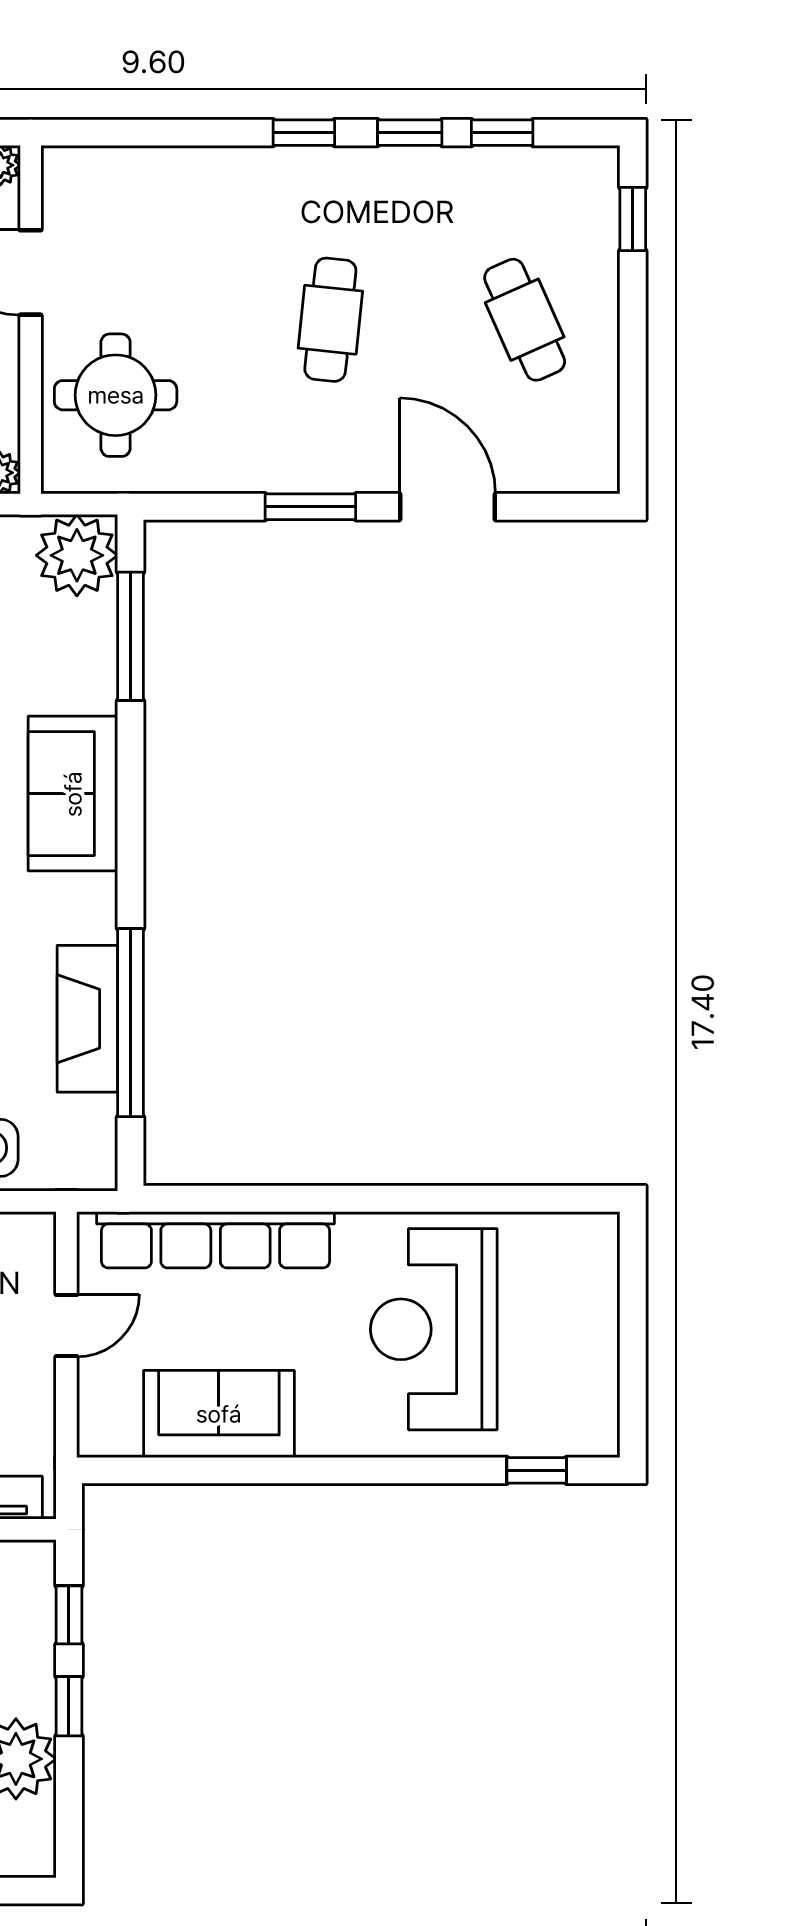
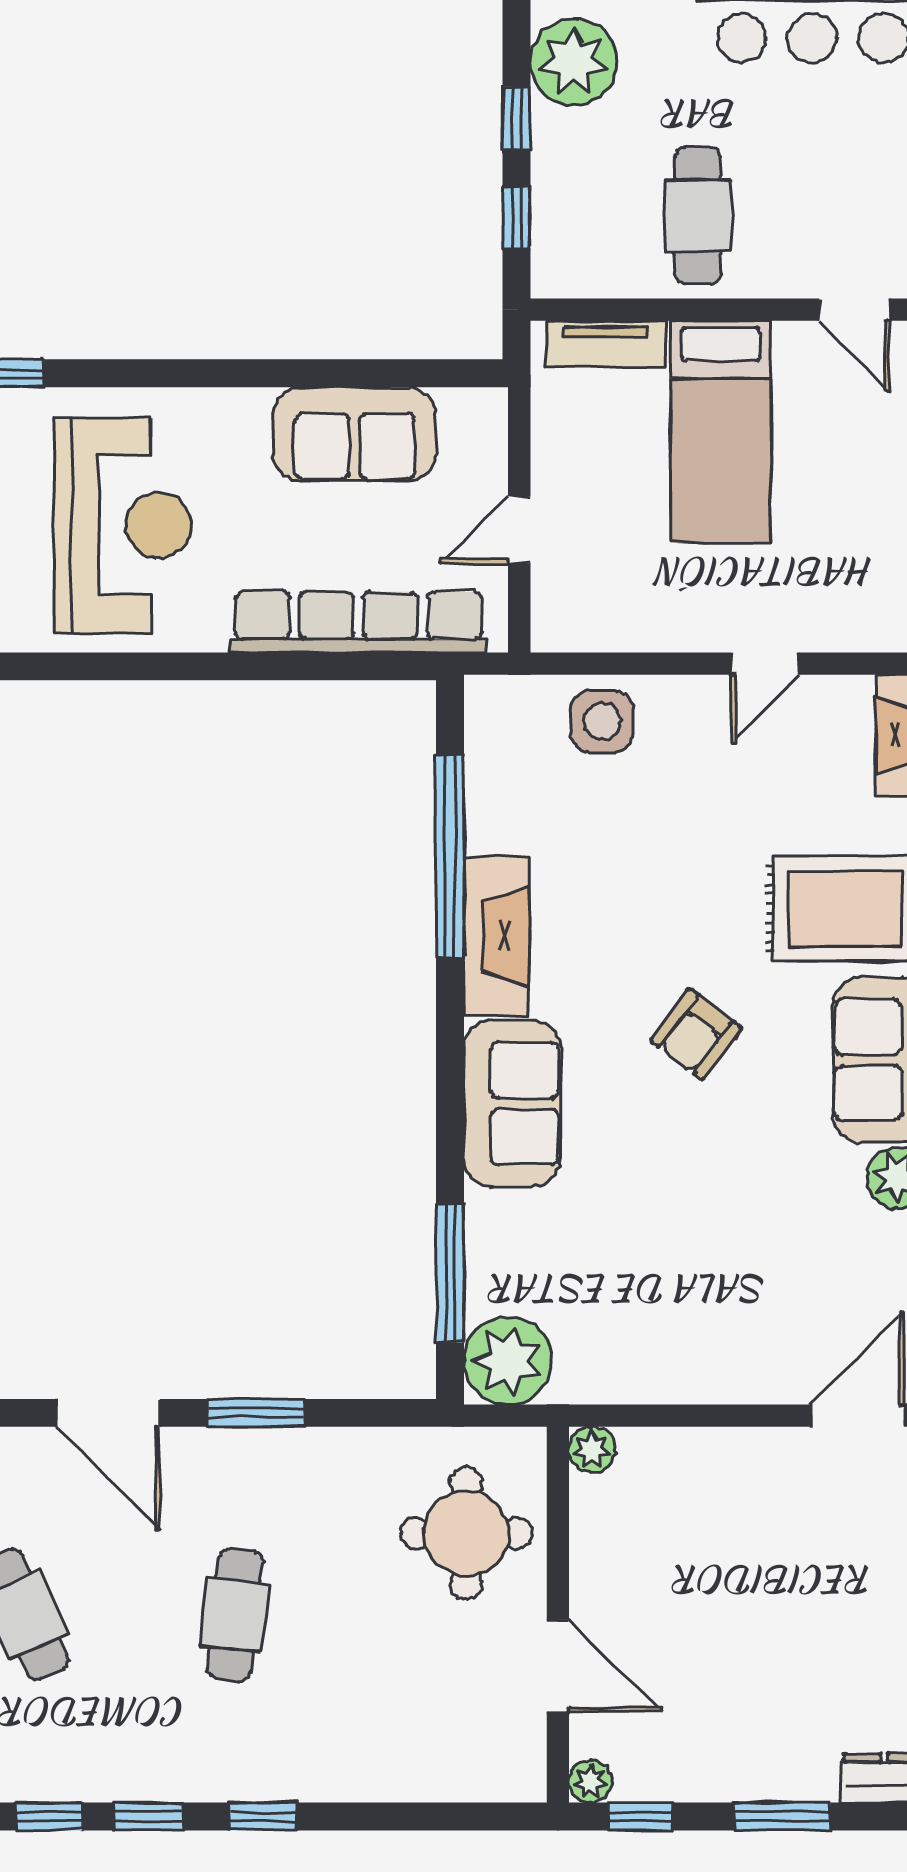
fireplace: (87, 1019) -> (497, 936), moved

